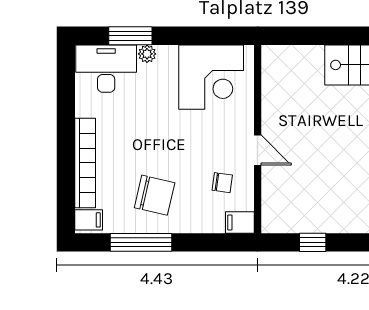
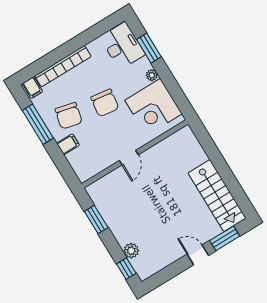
plant: (147, 54) -> (152, 75), moved
chair: (222, 183) -> (105, 103), moved, width x1.87, depth x1.87
filing cabinet: (240, 222) -> (68, 144), moved, turned 90
window: (313, 242) -> (96, 220), width x1.50

